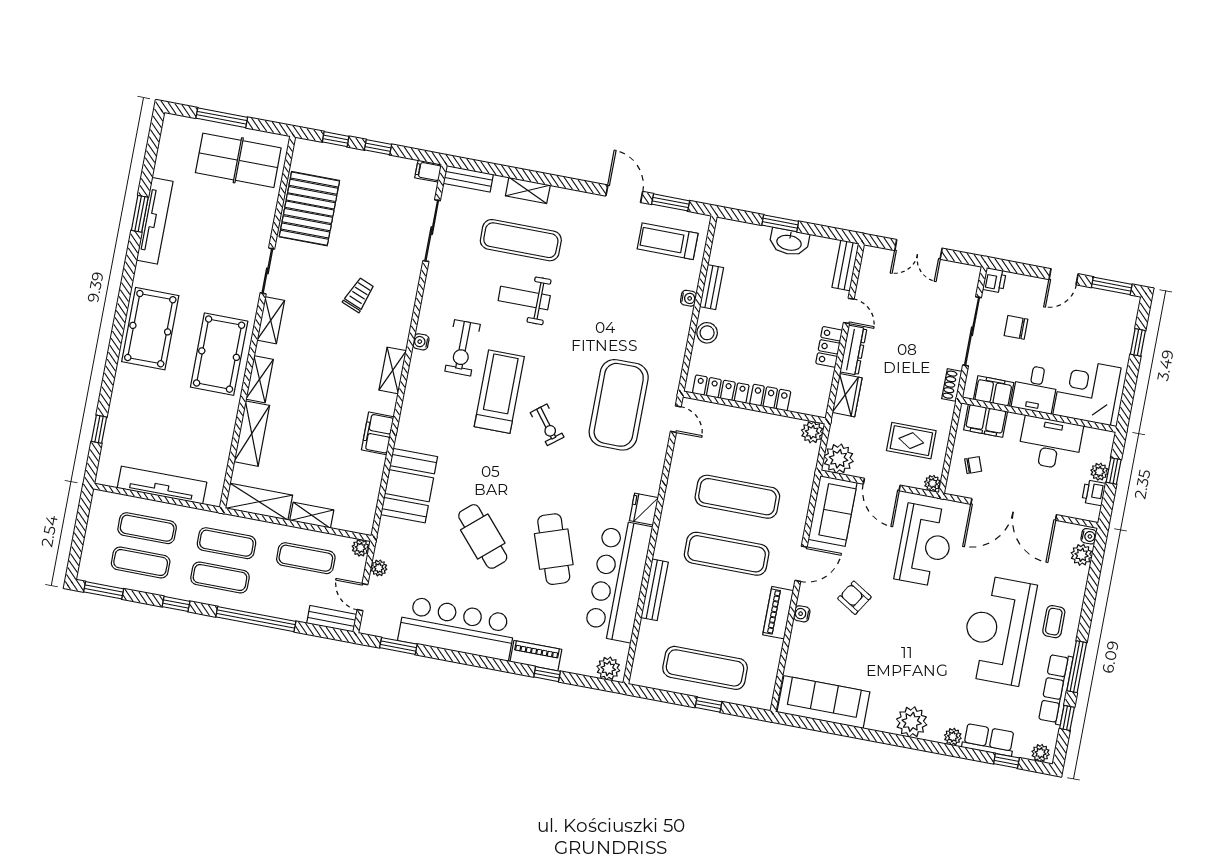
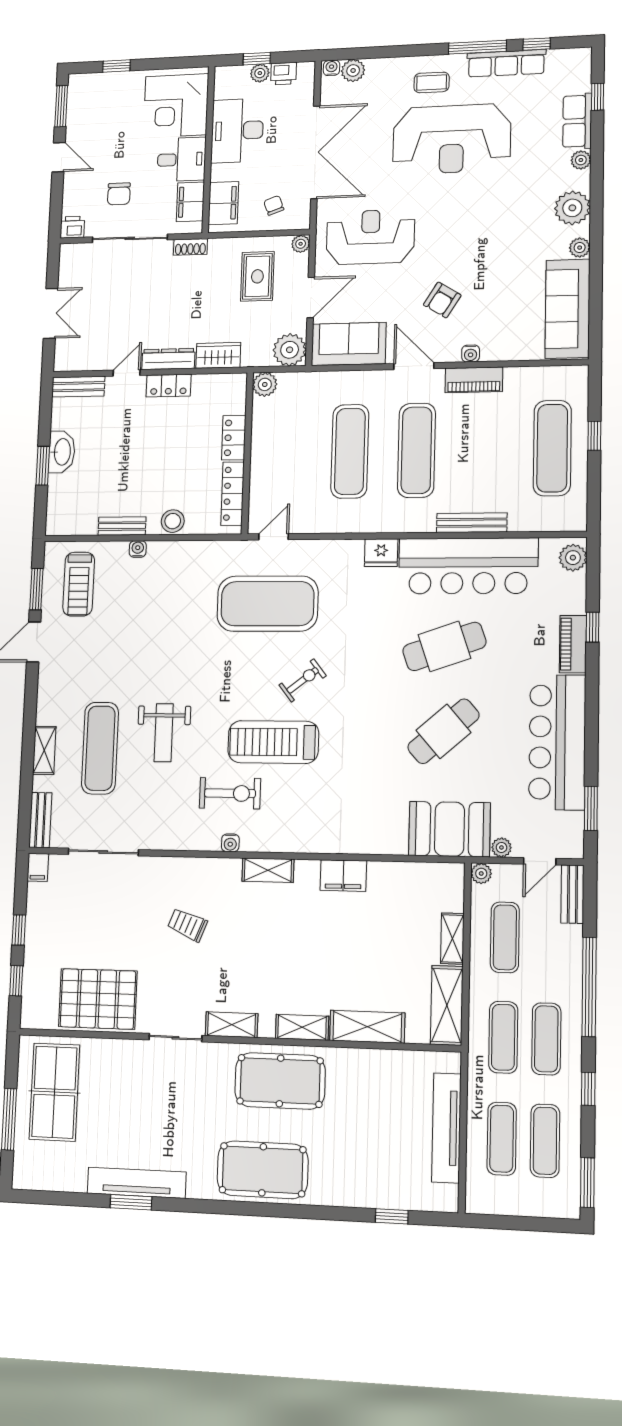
booth: (409, 486) -> (449, 829), moved
plant: (1041, 753) -> (580, 248), moved

